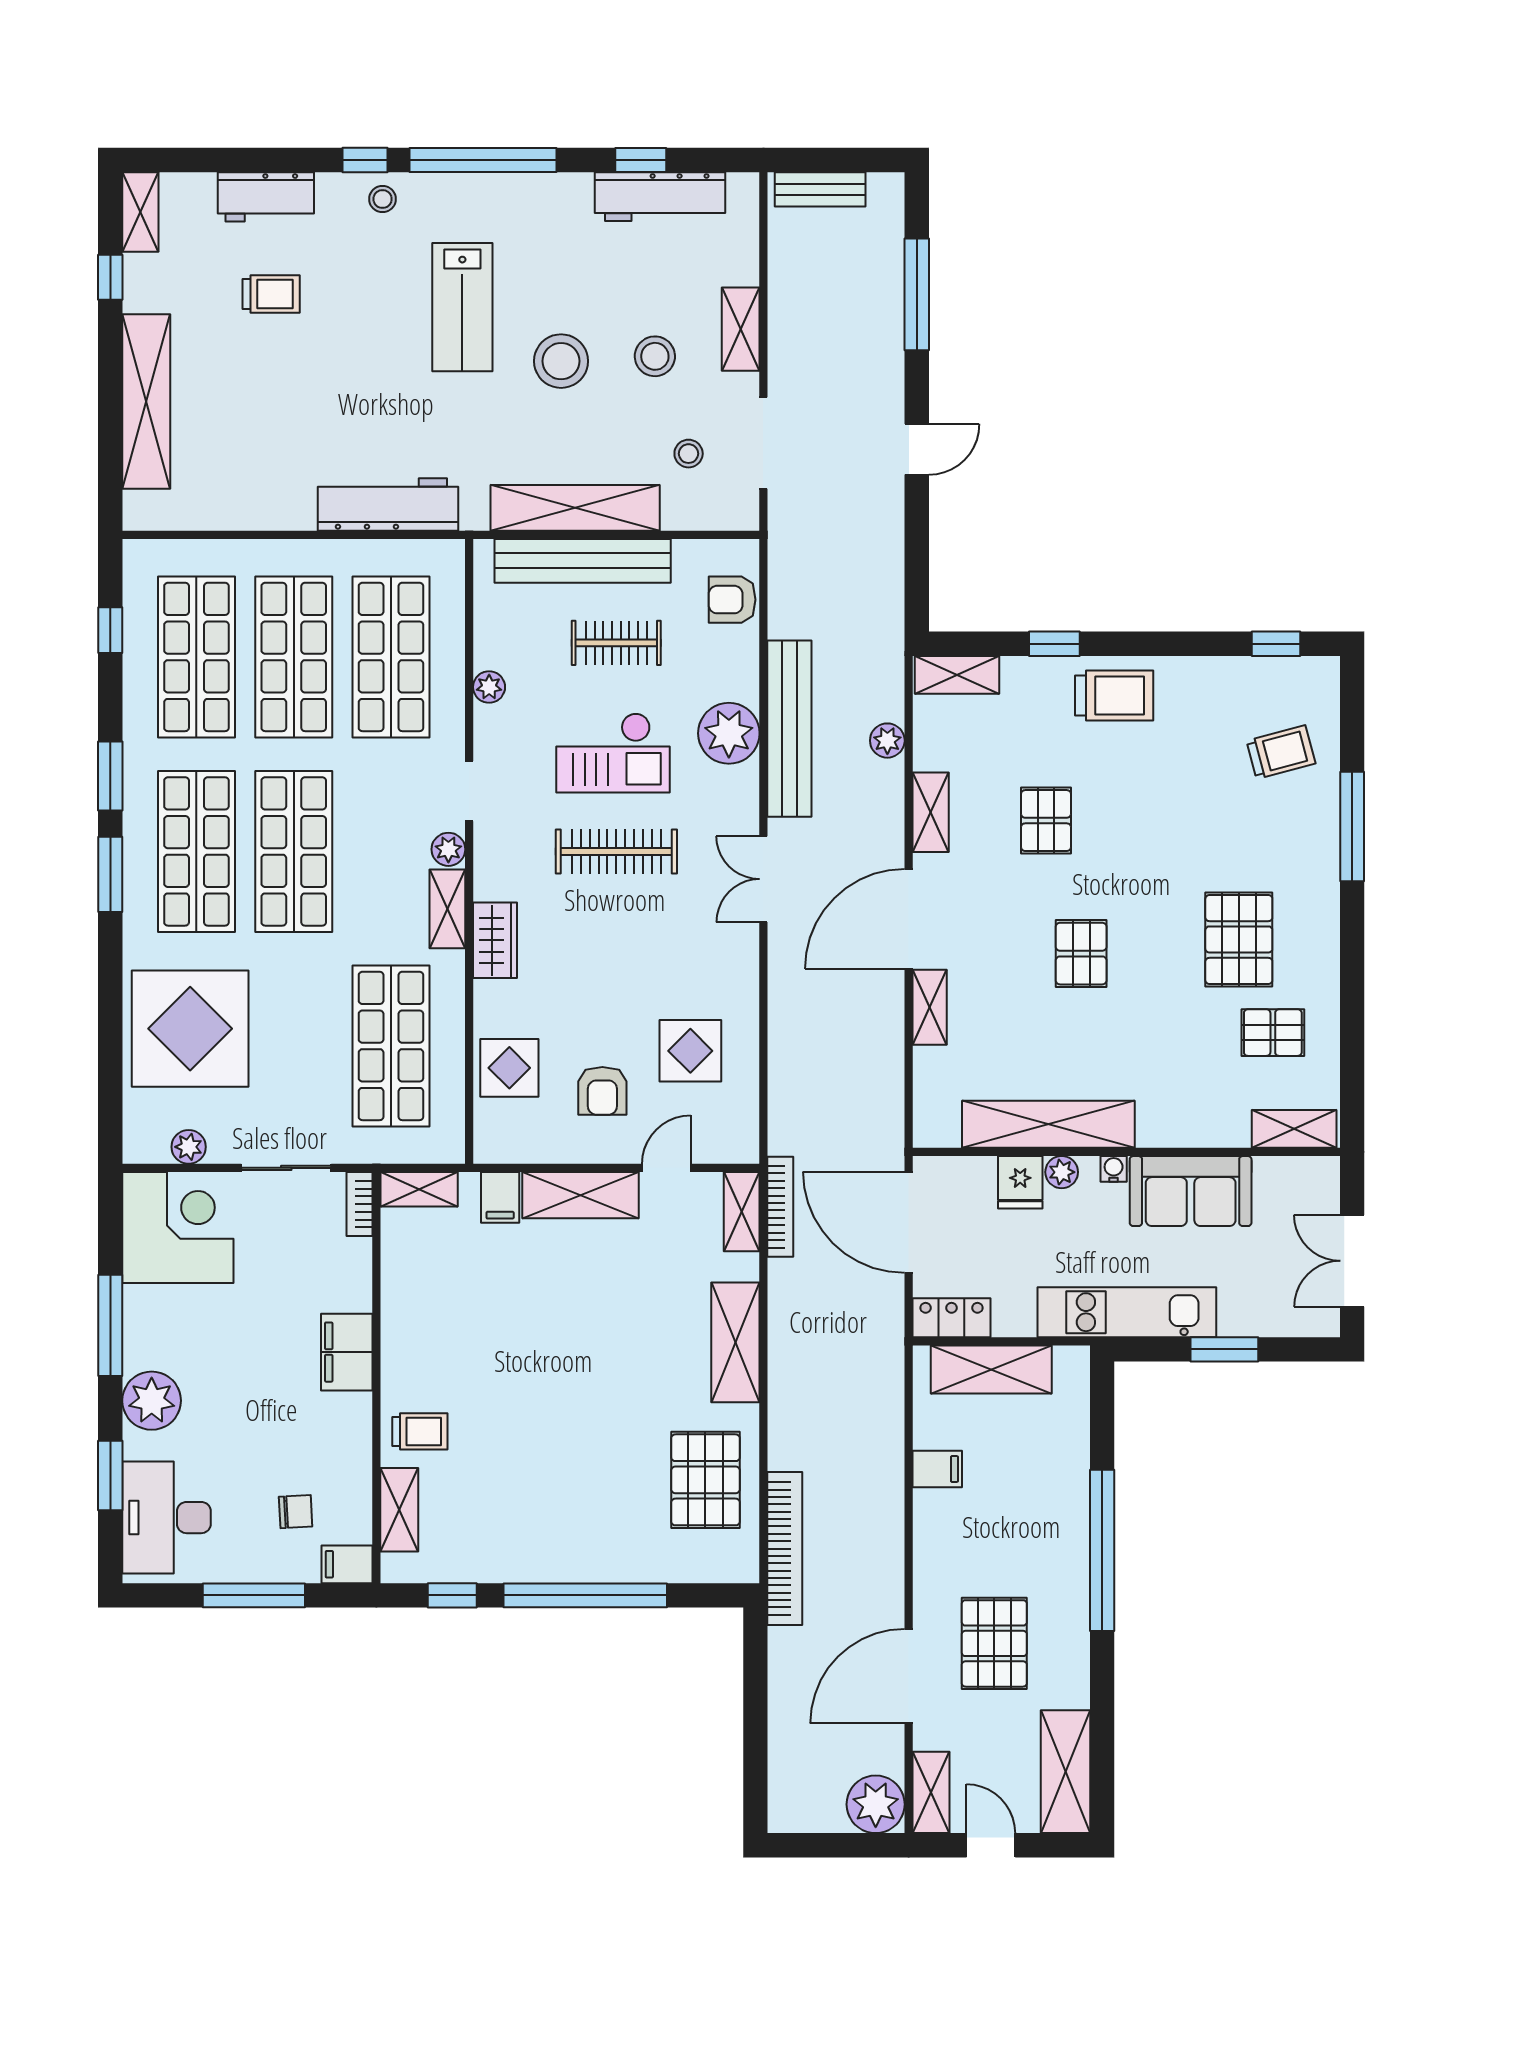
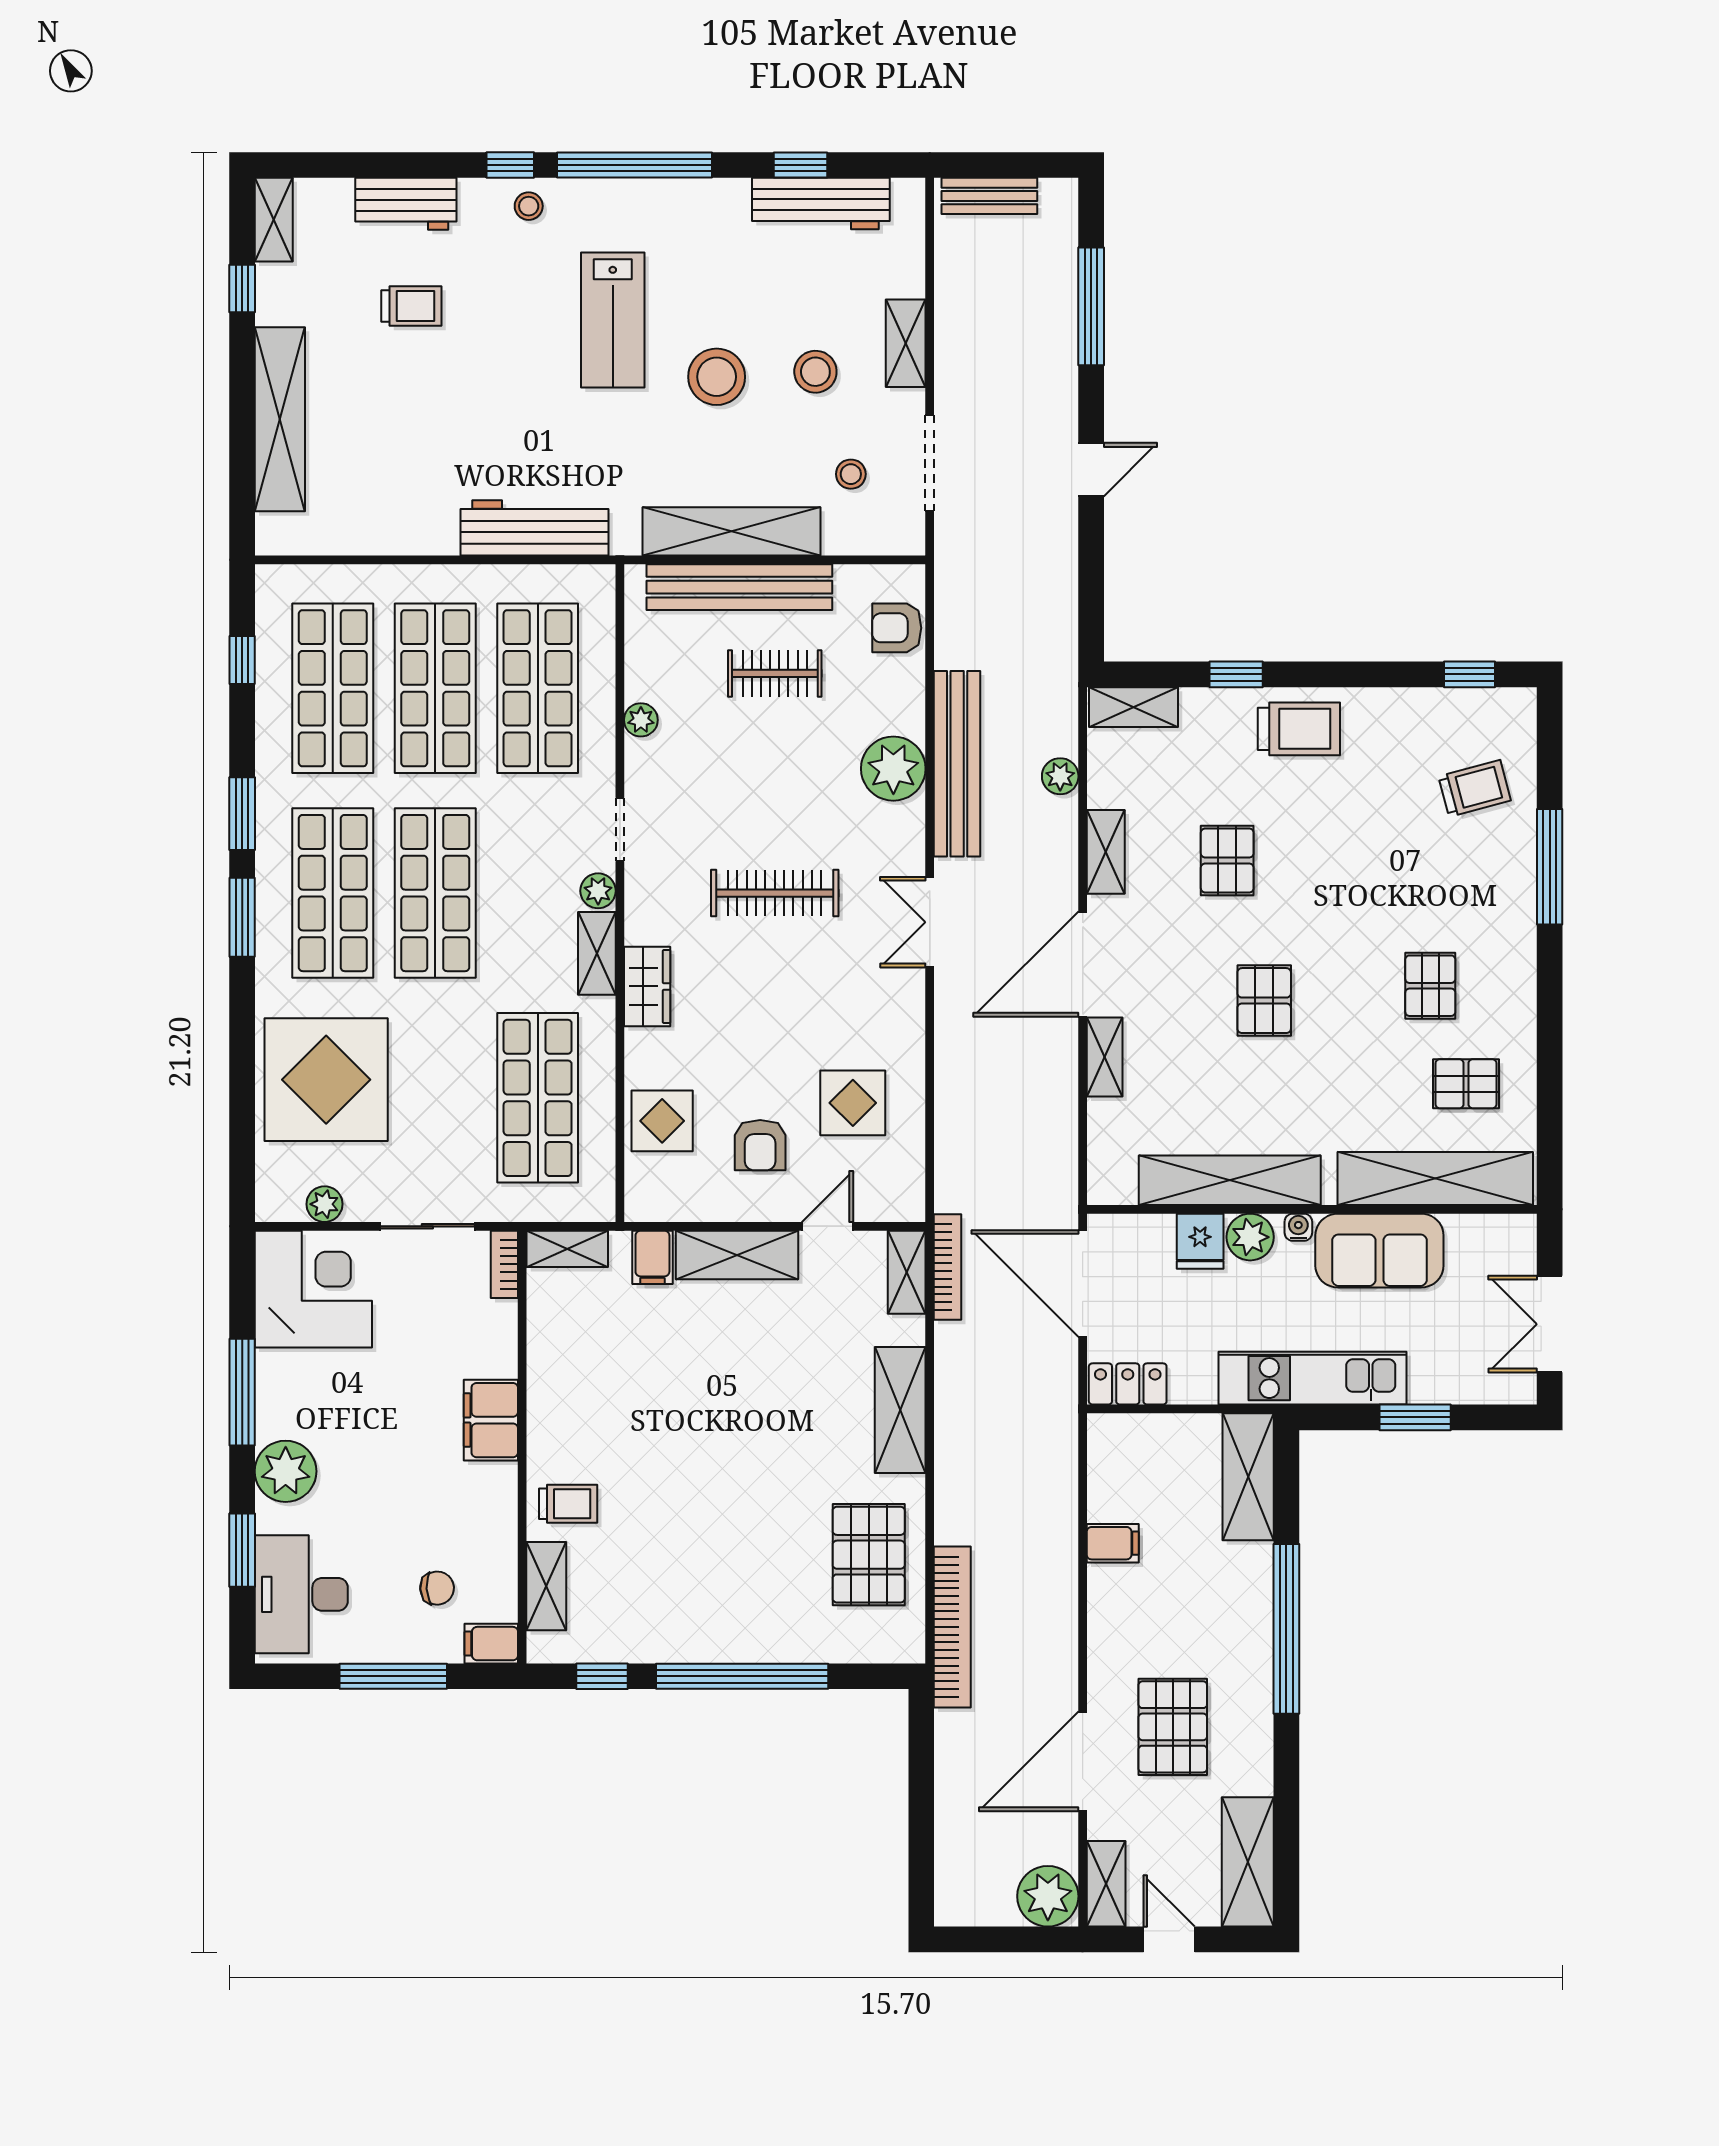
checkout: (613, 753) -> (771, 789), removed
pallet: (1239, 939) -> (1430, 986), width x0.67, depth x0.71
shelving: (1294, 1129) -> (1435, 1178), width x2.20, depth x1.33
plant: (1062, 1172) -> (1250, 1237), width x1.38, depth x1.38
shelving: (991, 1370) -> (1248, 1477), moved, turned 90

